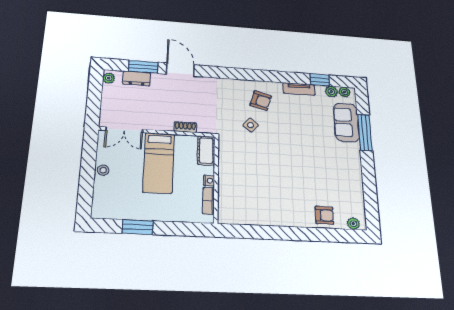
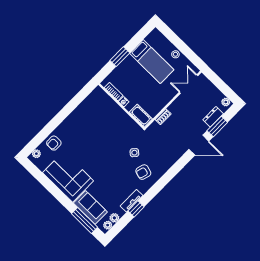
window: (320, 80) -> (136, 209), moved
window: (365, 132) -> (84, 220), moved
bed: (159, 163) -> (152, 62), moved, turned 180
corner sofa: (341, 170) -> (68, 177), added
window: (138, 227) -> (120, 57), moved

